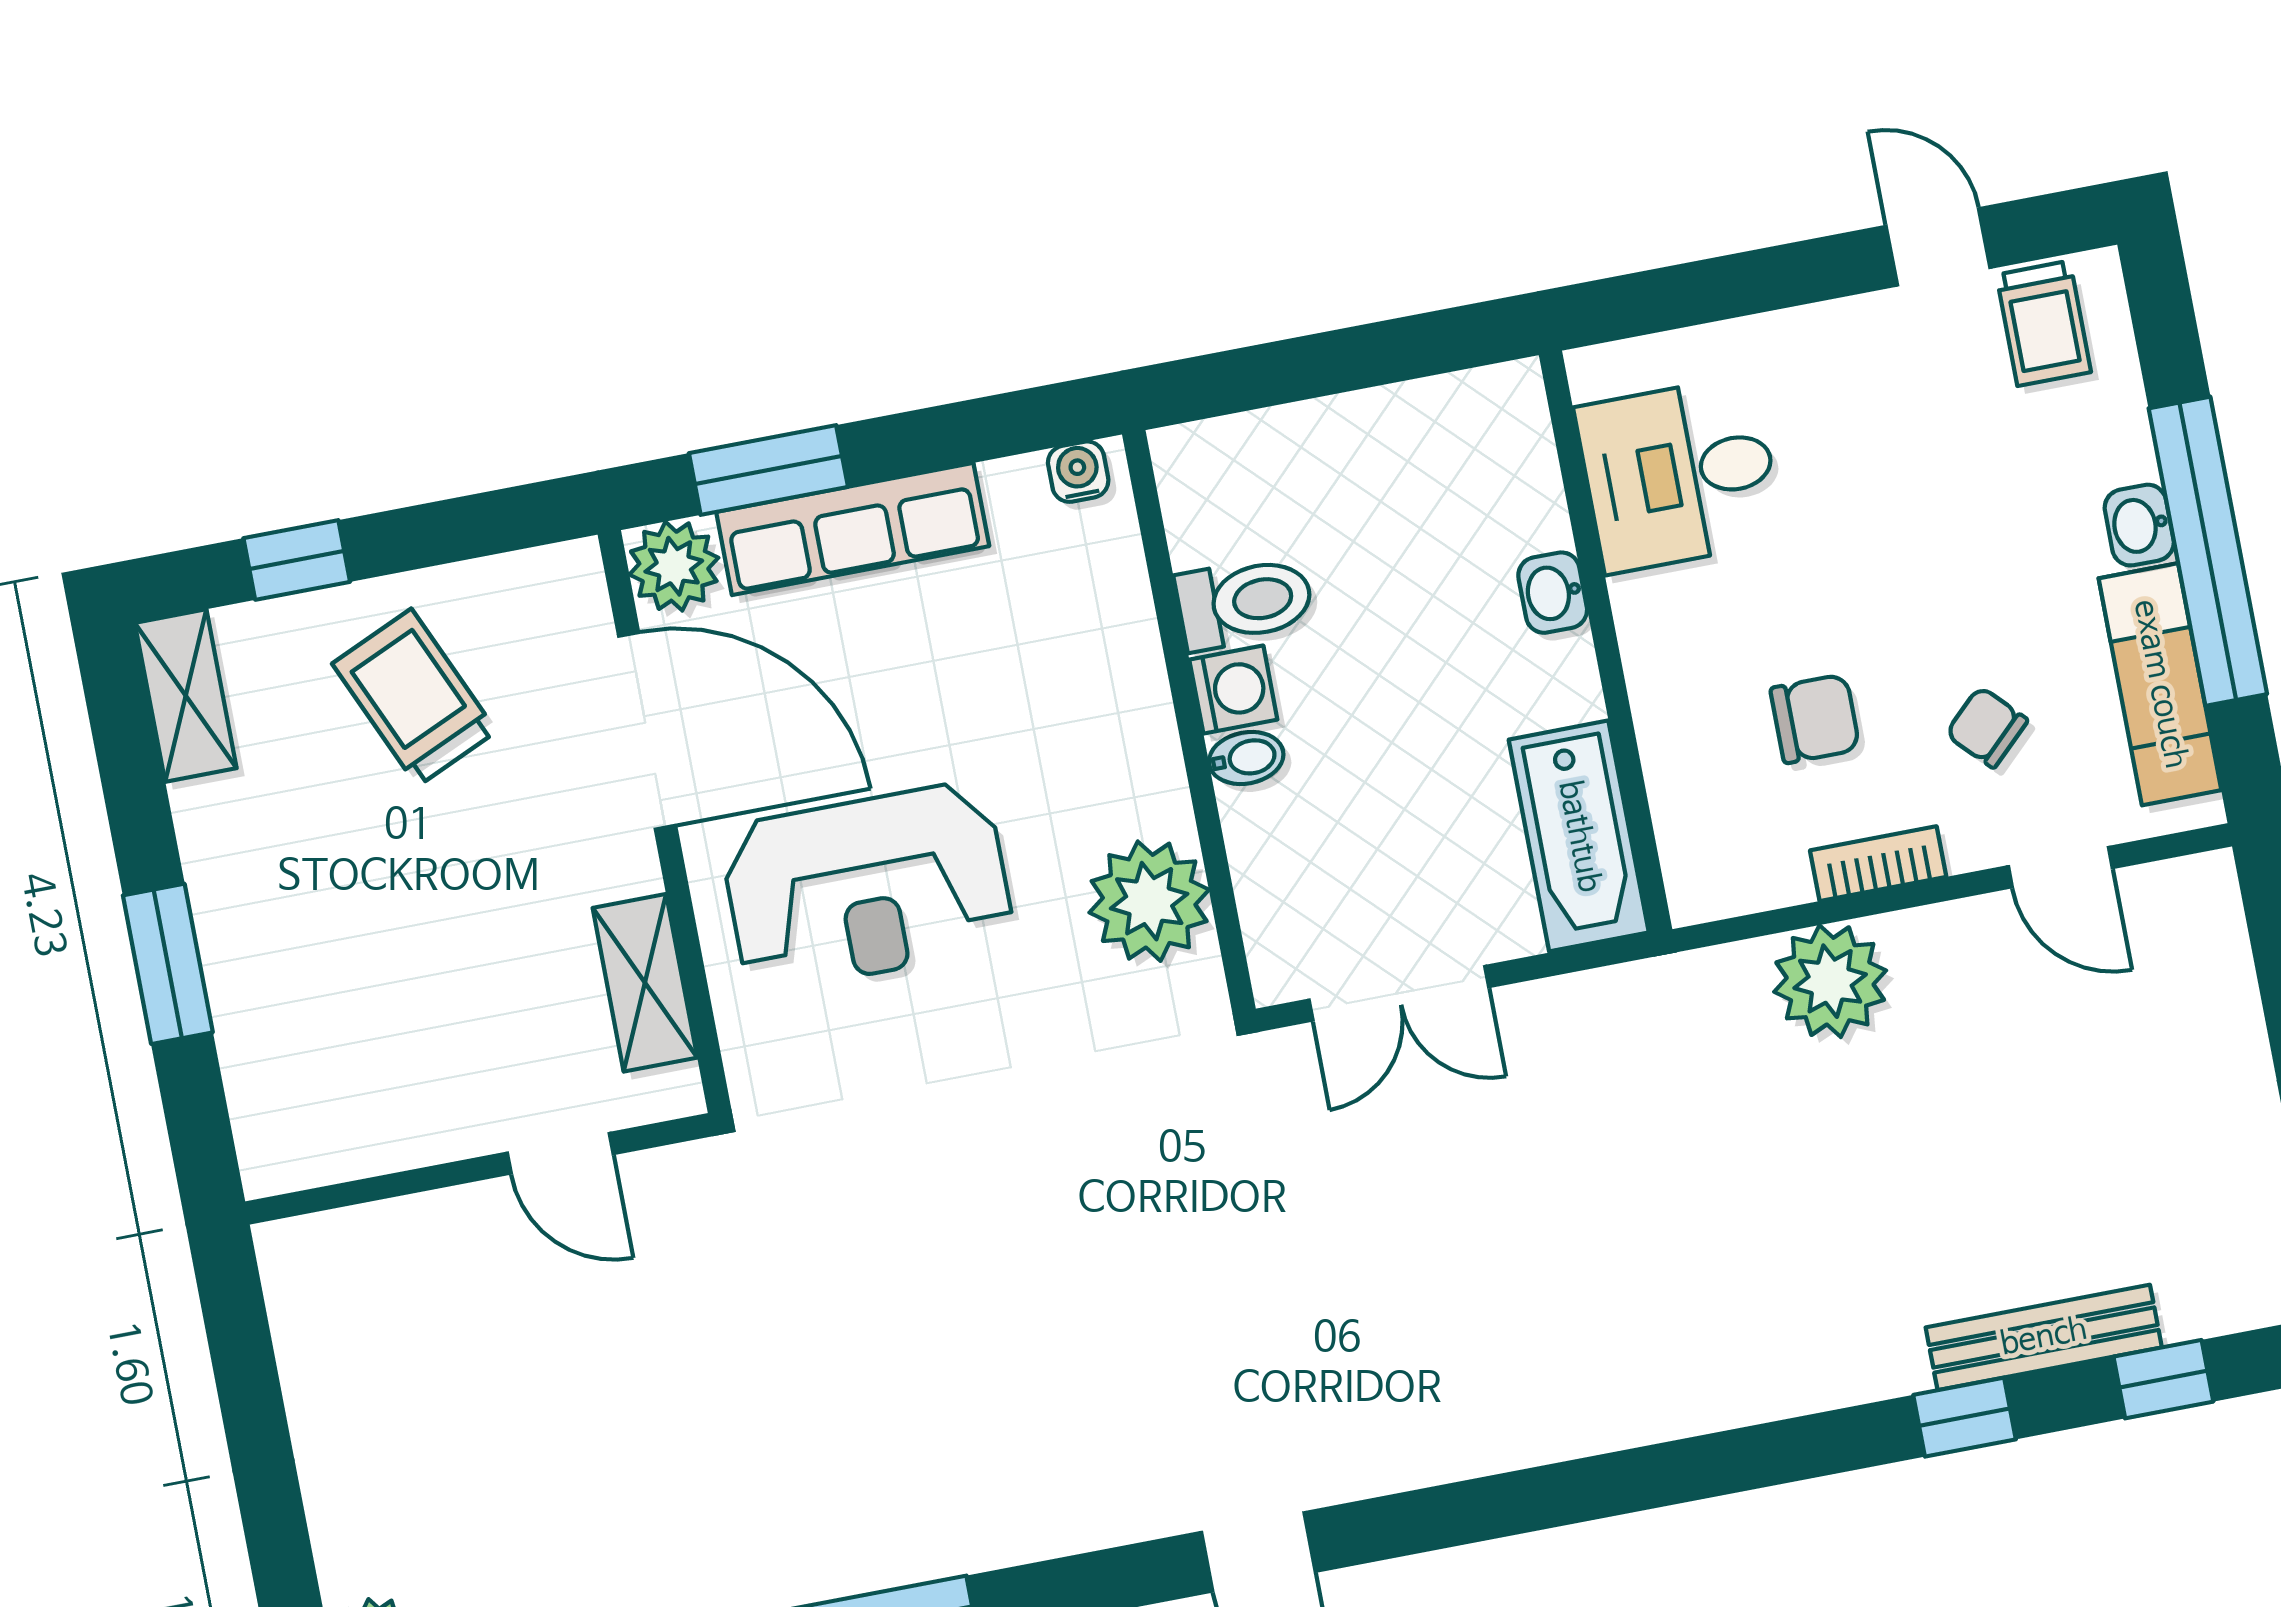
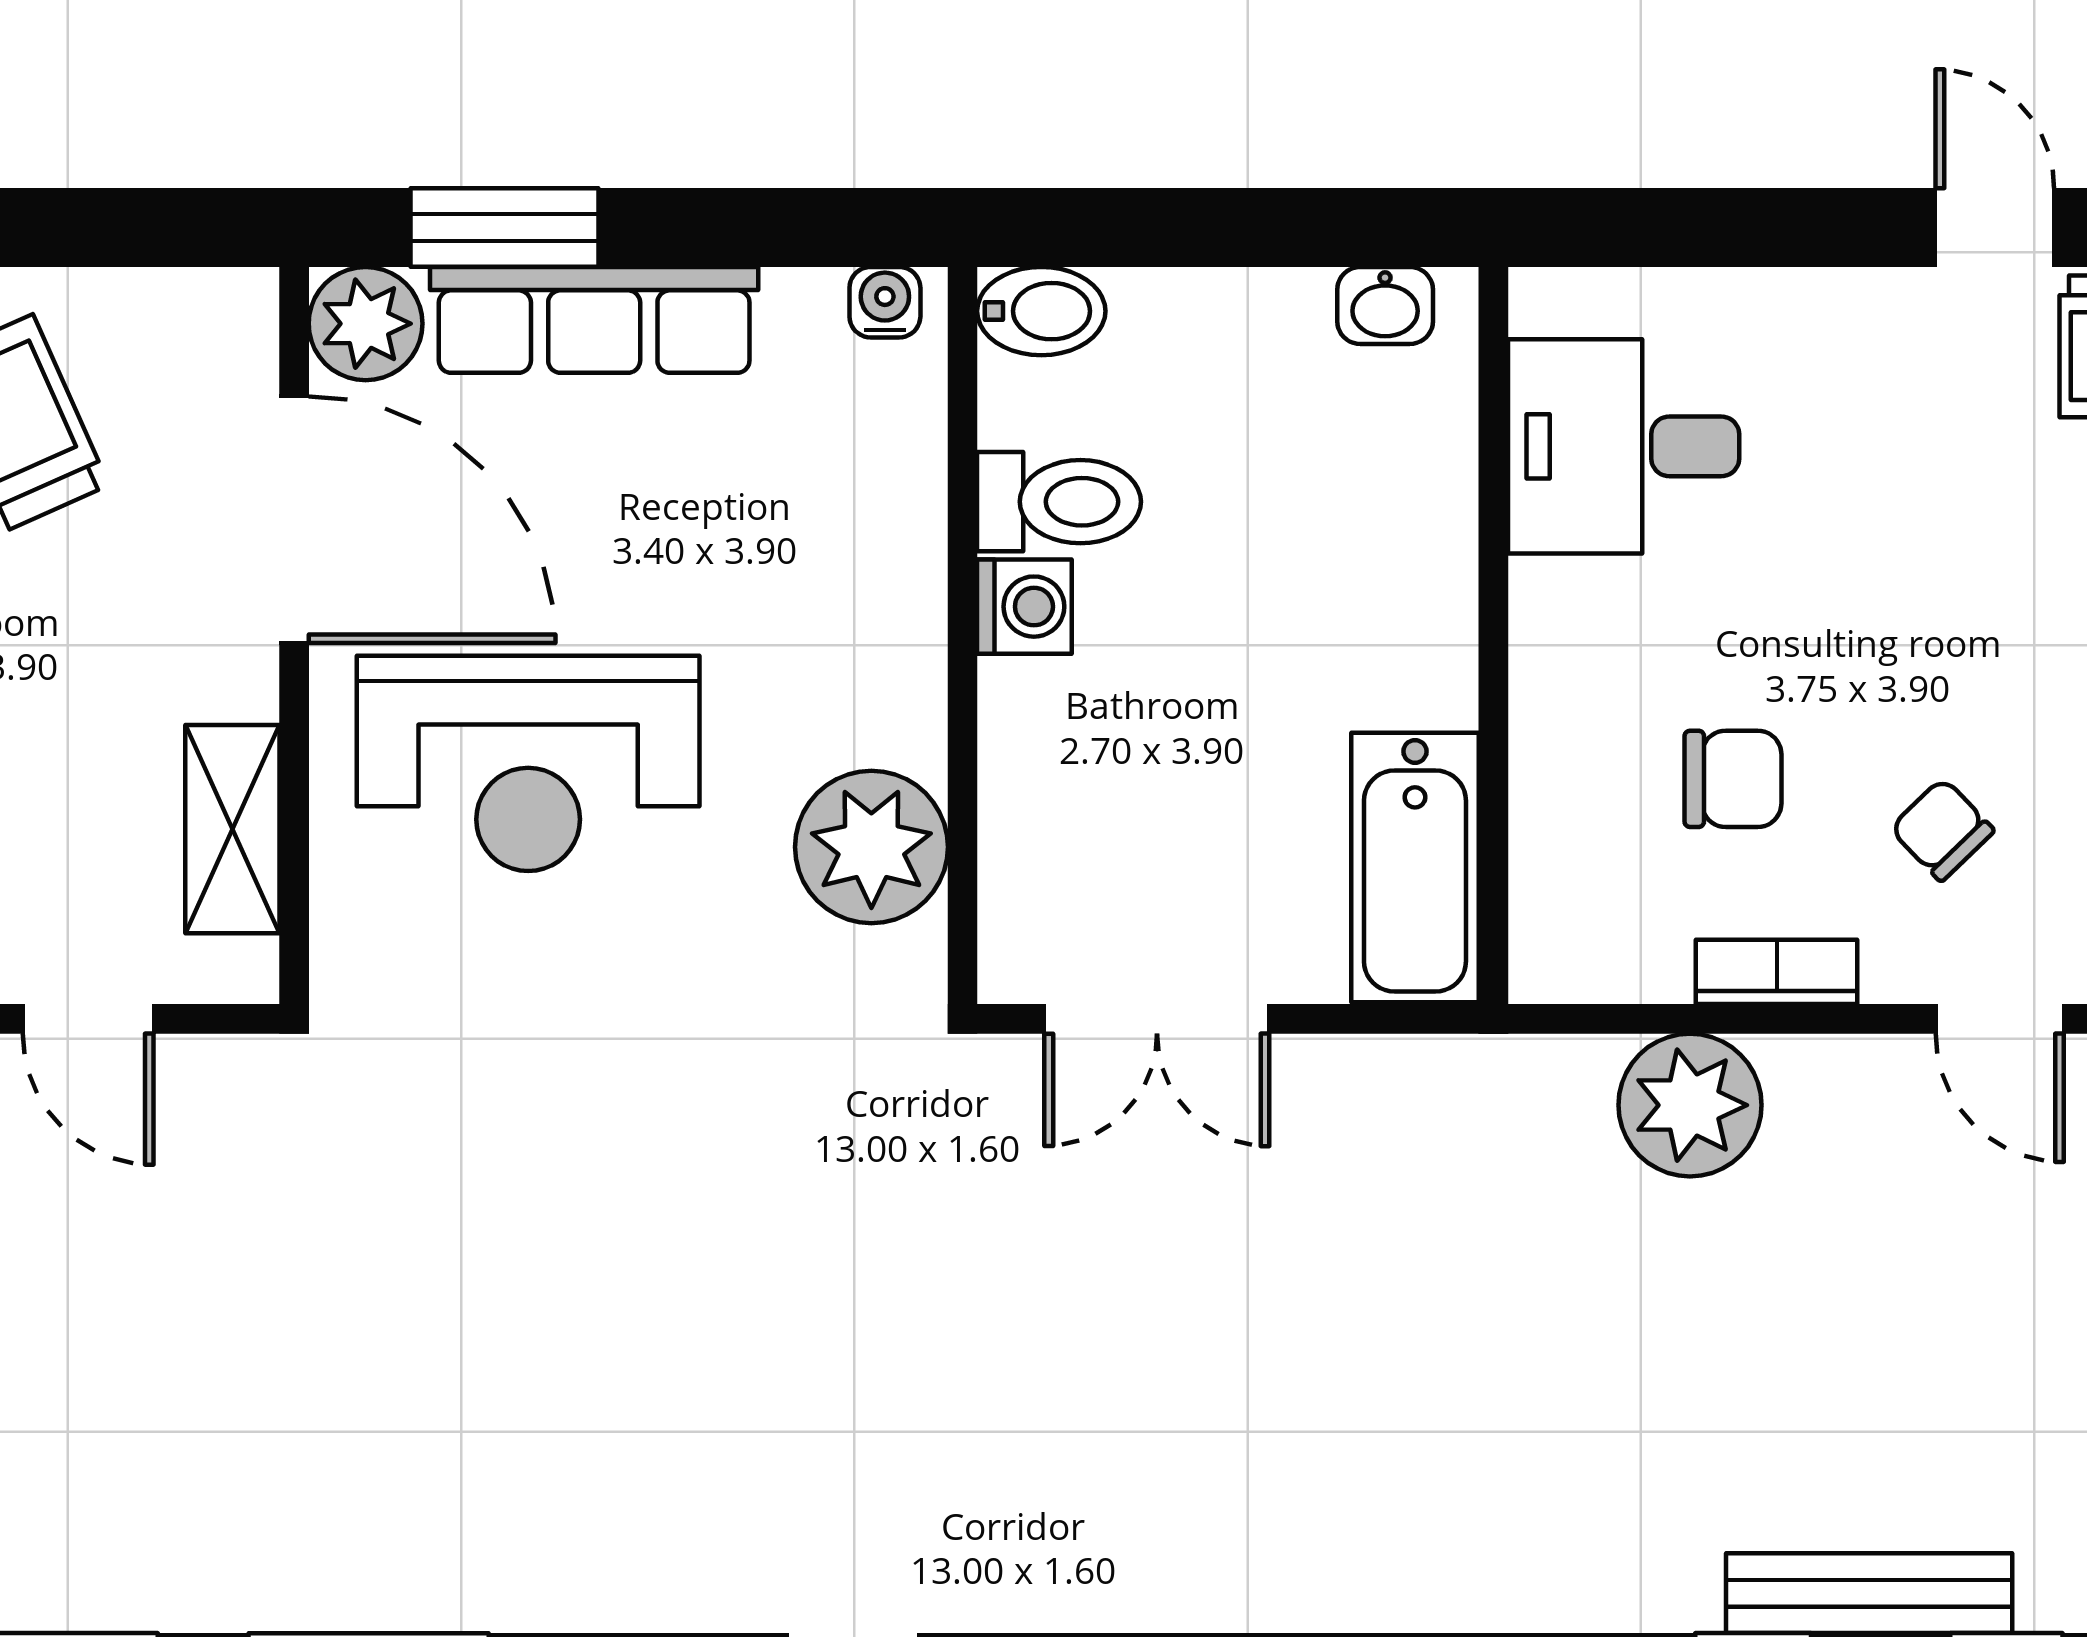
washbasin: (1553, 593) -> (1385, 305), moved, turned -90
bidet: (1246, 758) -> (1041, 311), moved, width x1.38, depth x1.36

